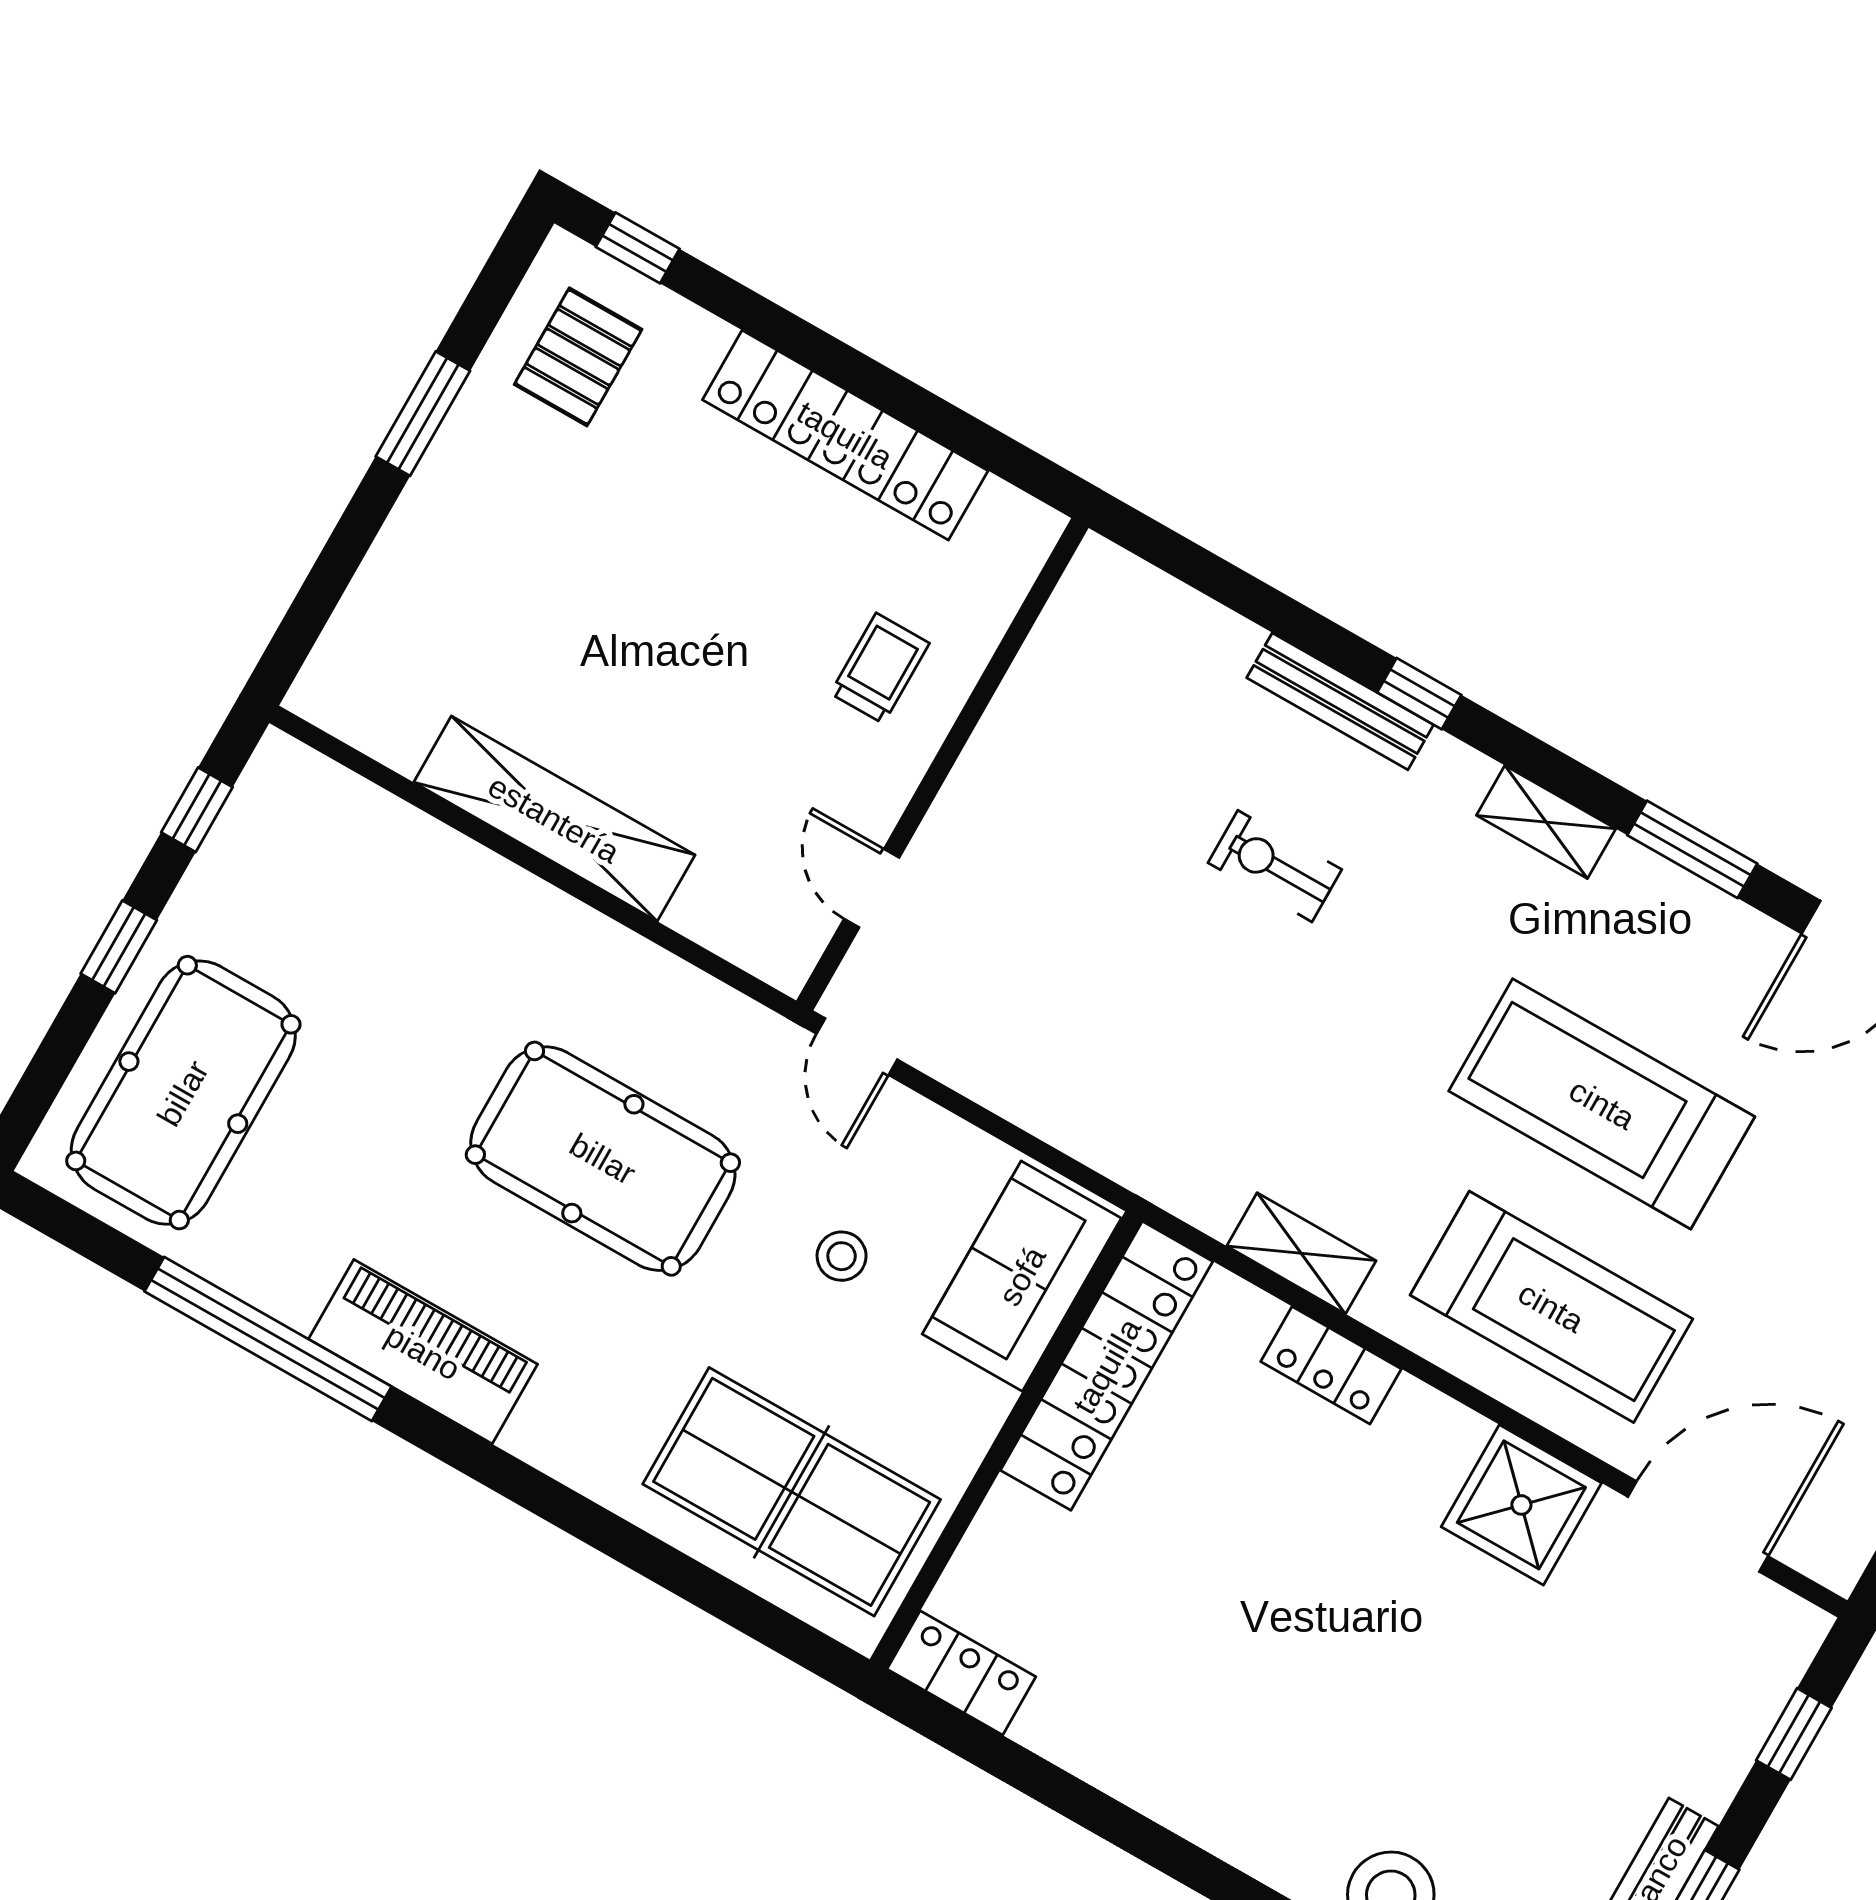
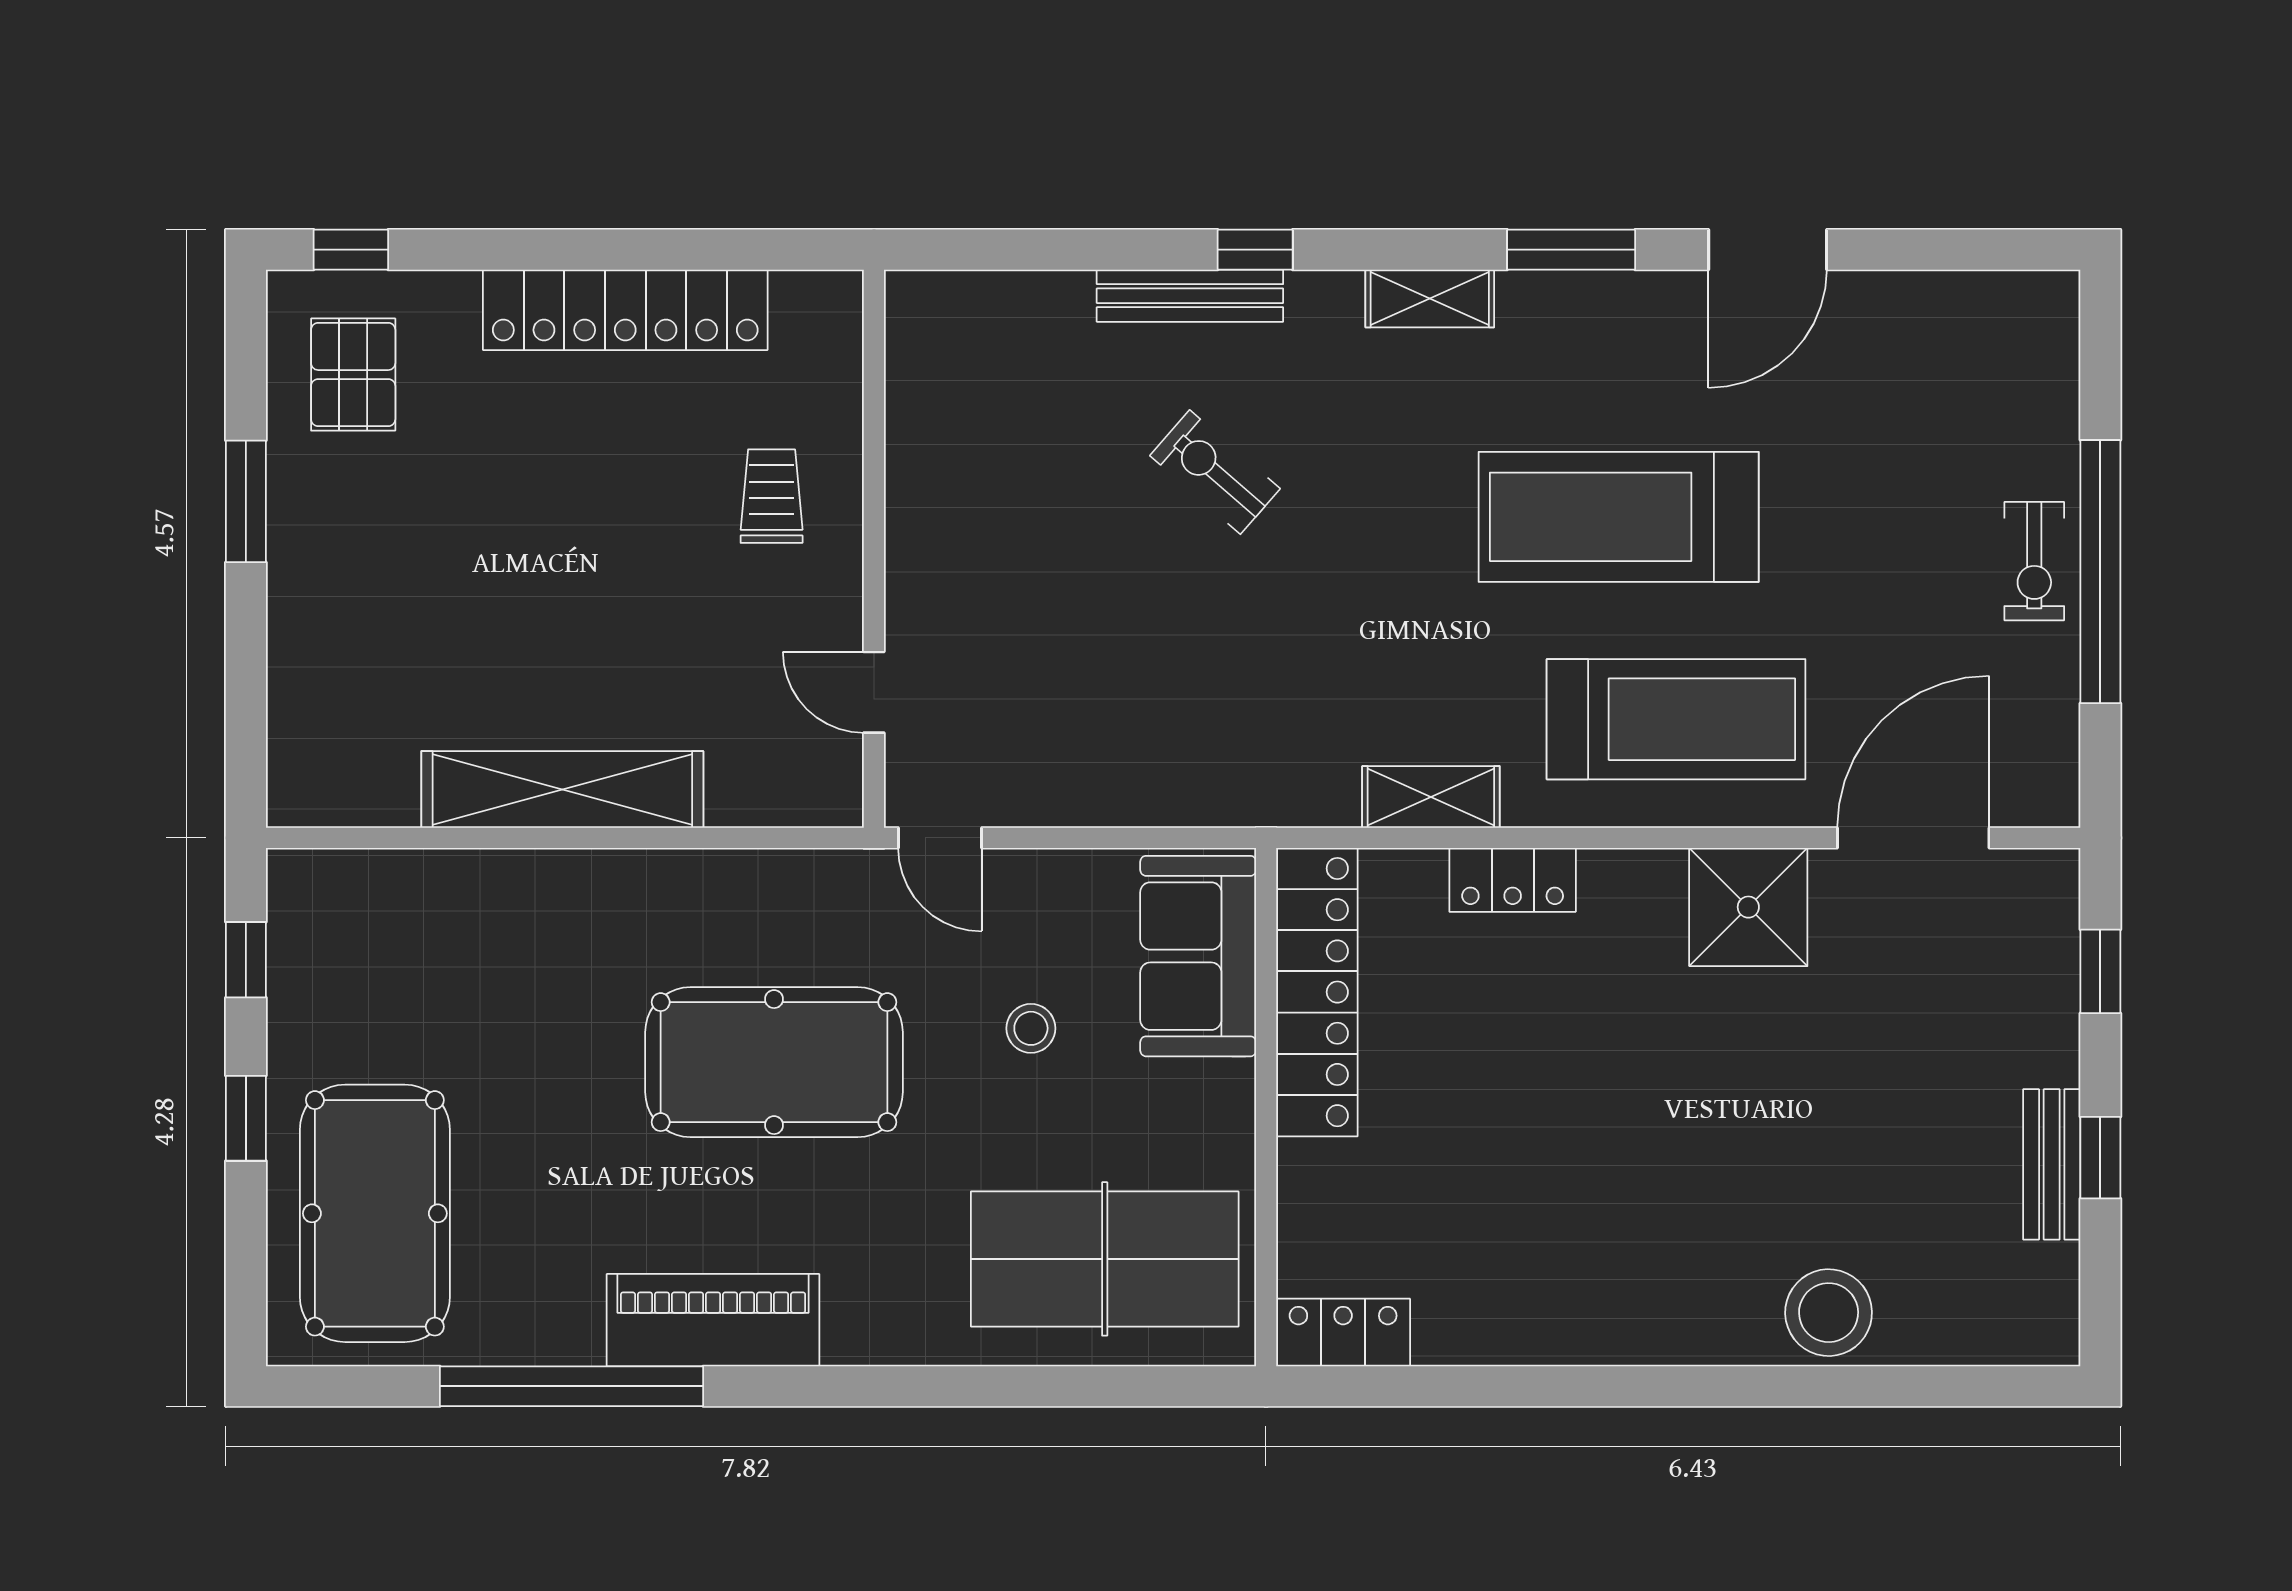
exercise bike: (1275, 866) -> (1215, 472), turned 41

